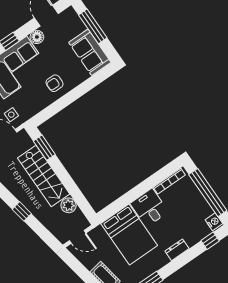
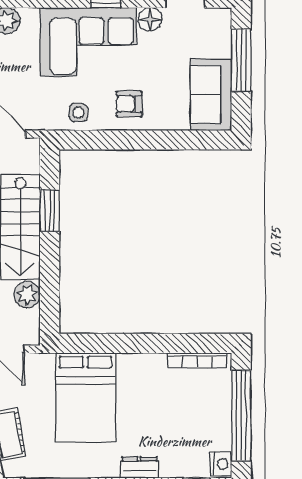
side table: (11, 115) -> (78, 113), moved
window: (44, 148) -> (50, 211), moved
desk: (149, 208) -> (142, 379), removed

